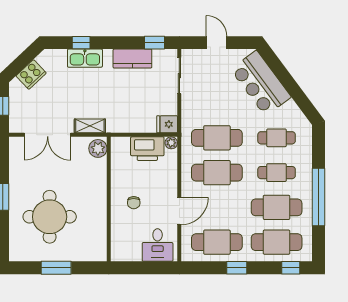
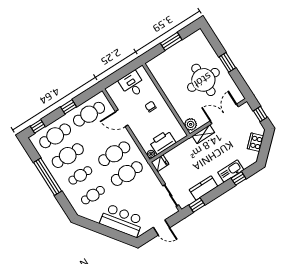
door: (179, 211) -> (122, 118), hinge flipped
round table: (50, 217) -> (203, 80), moved
desk: (158, 245) -> (132, 84), moved

